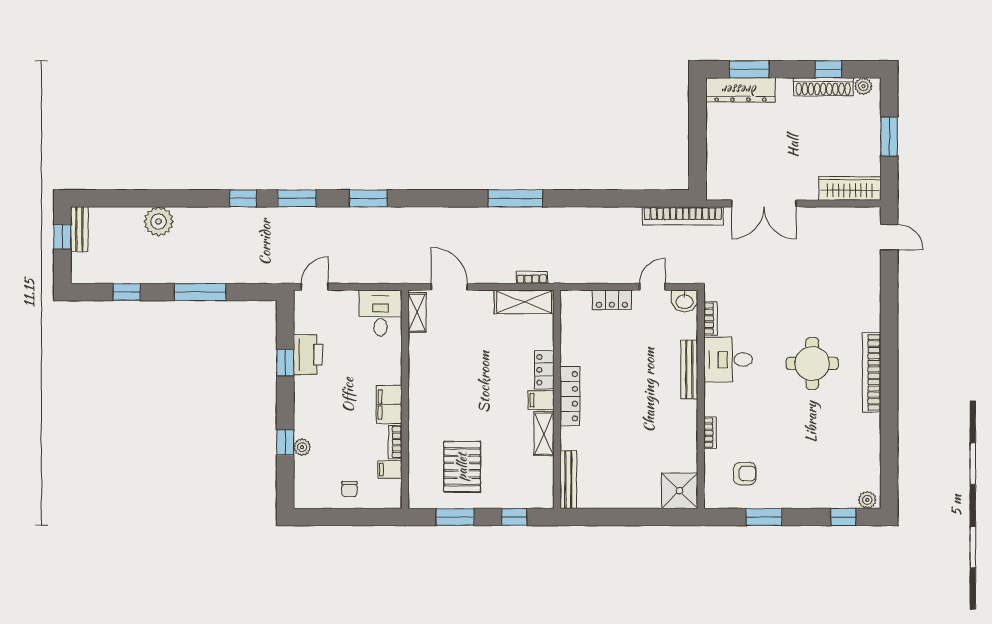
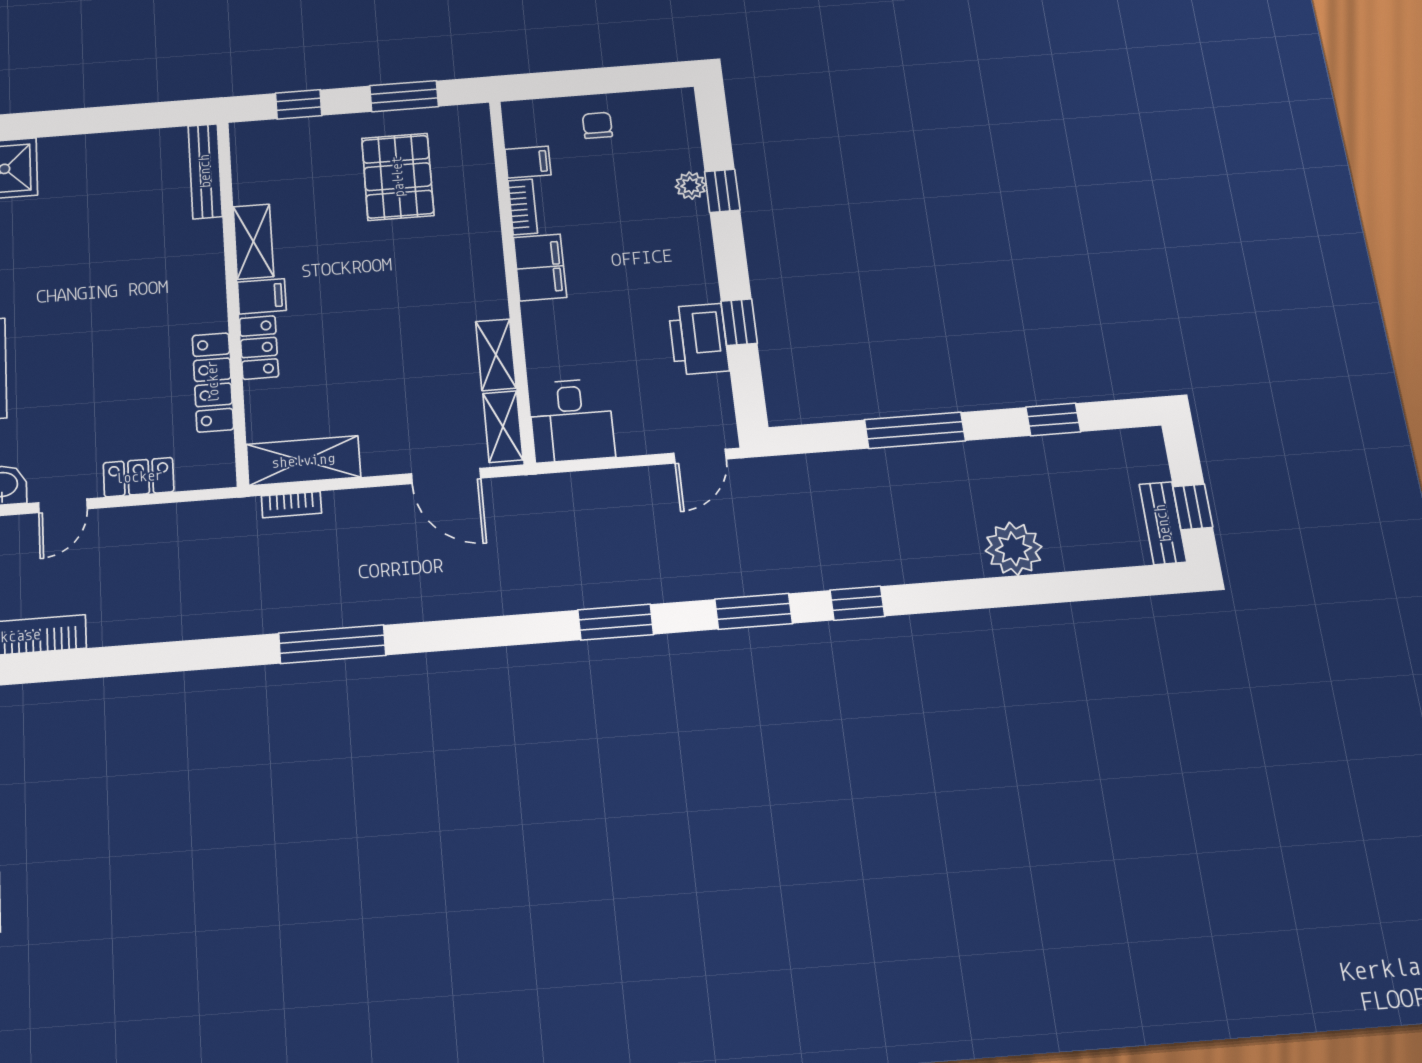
shelving: (417, 355) -> (496, 355), added
locker: (570, 396) -> (213, 382), moved

